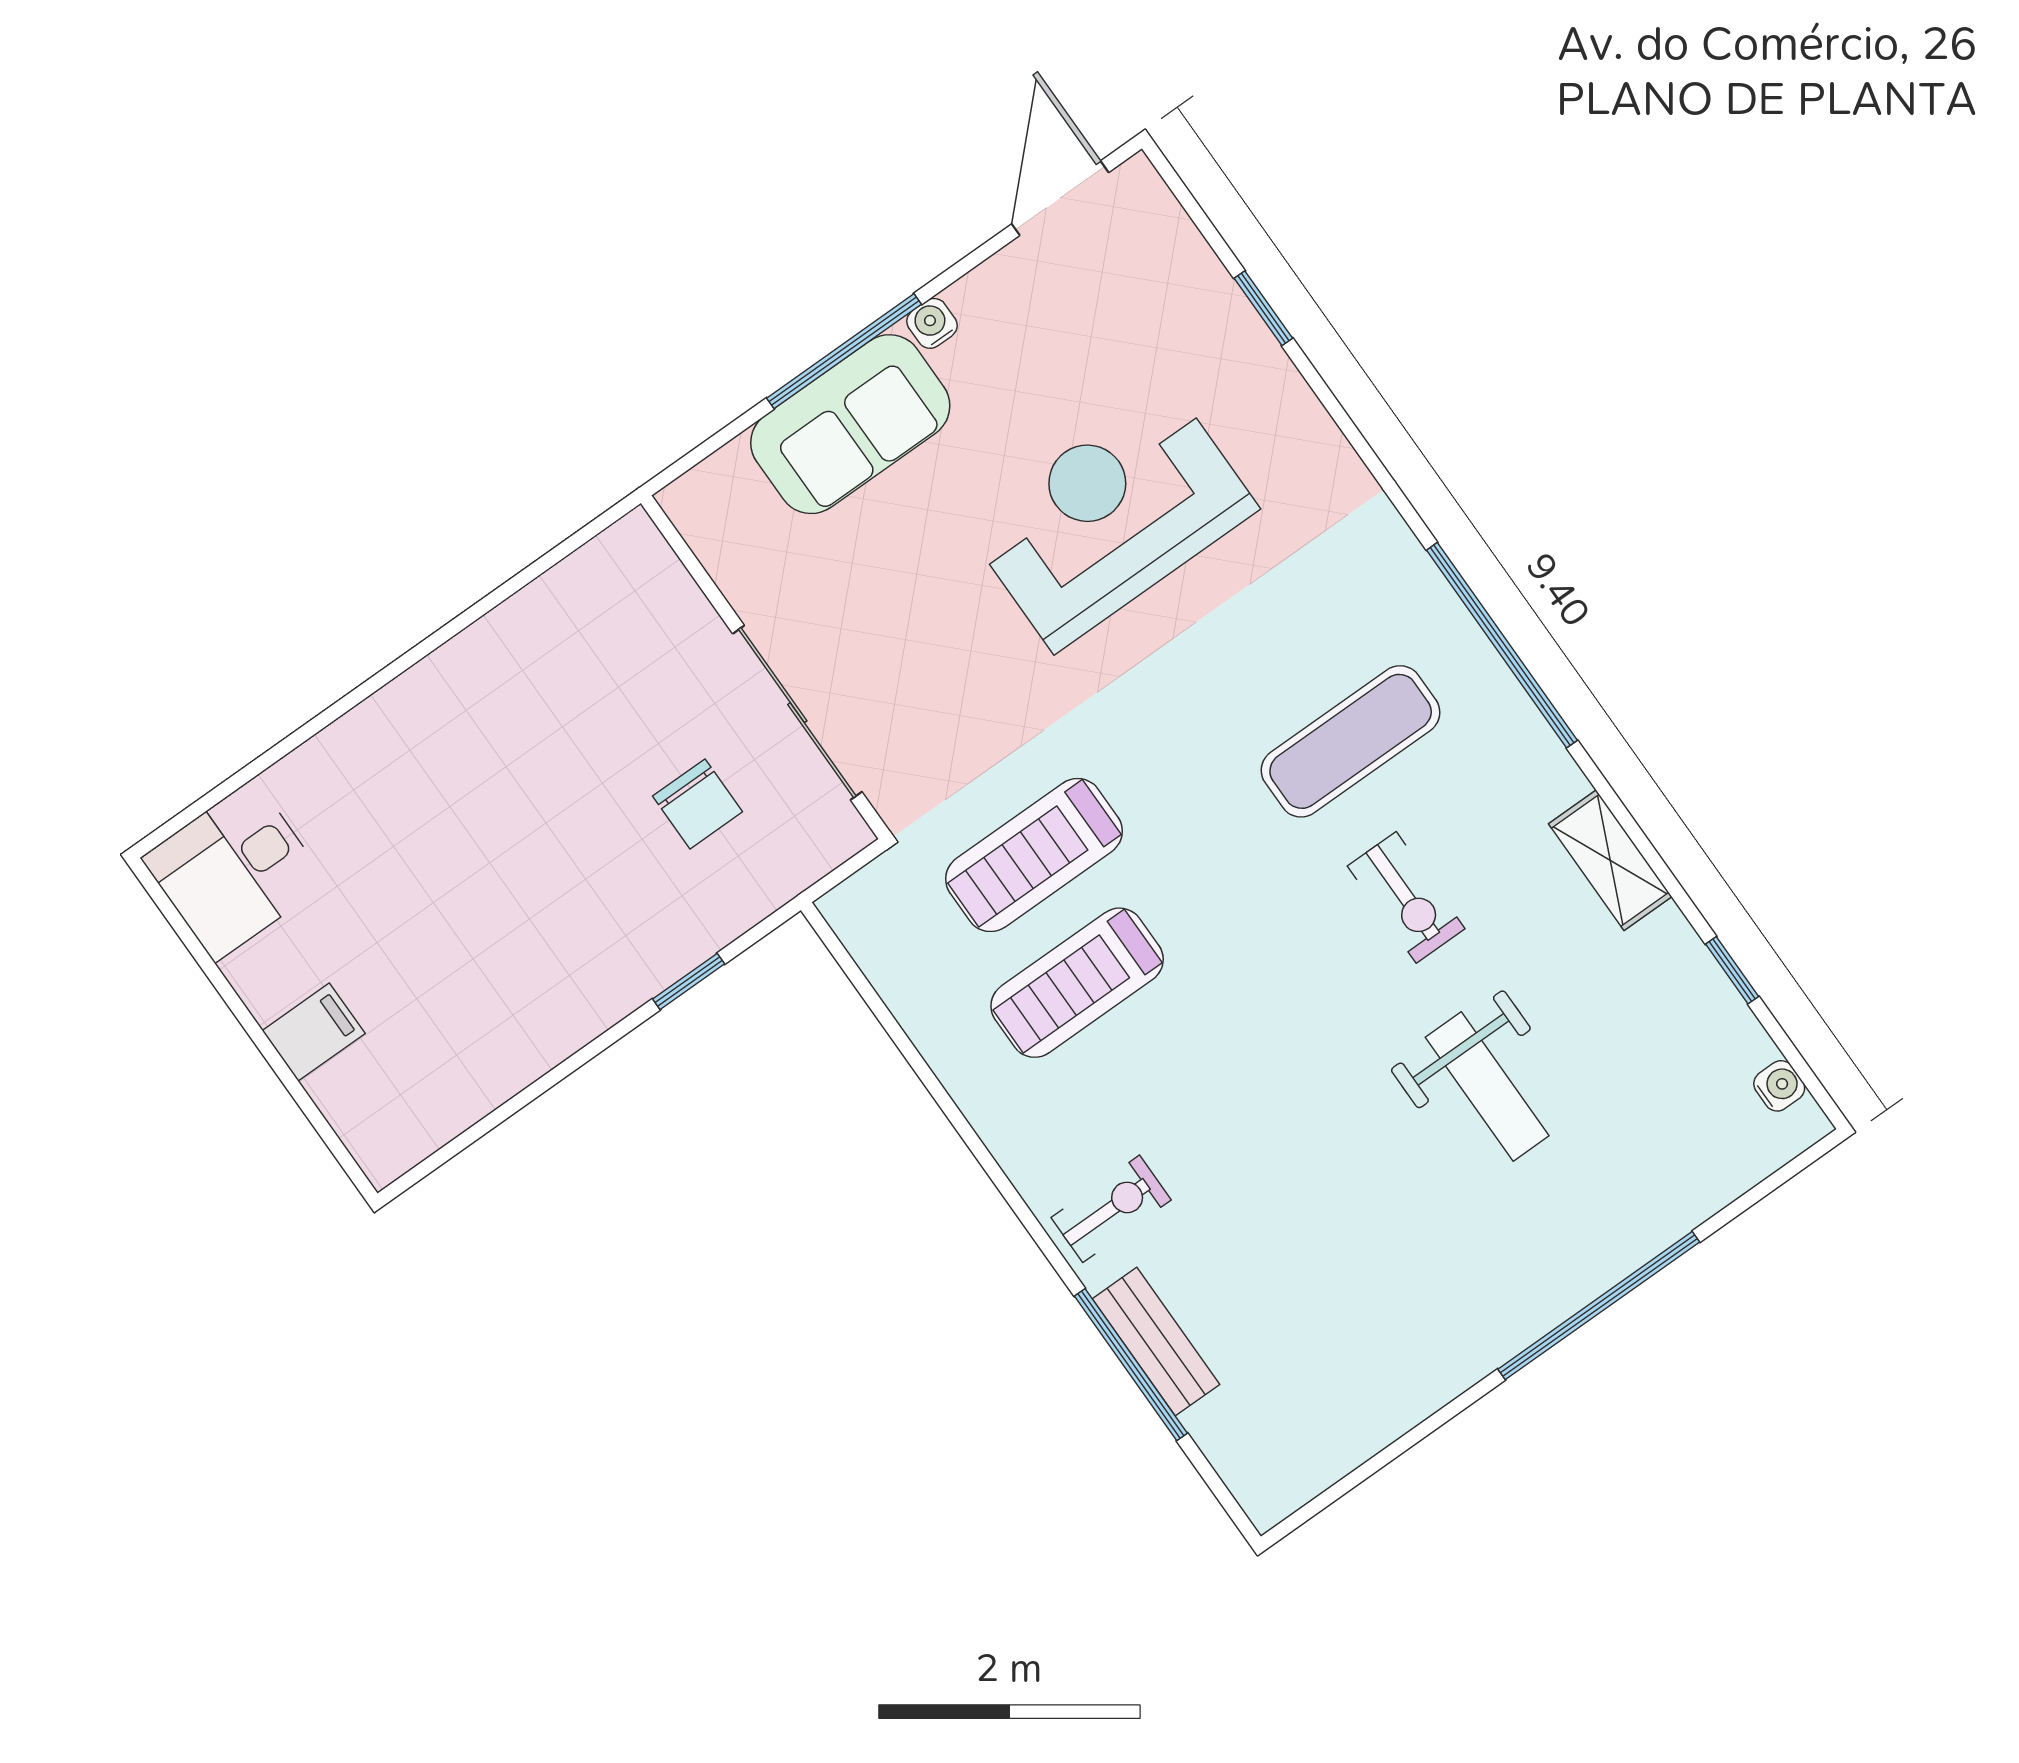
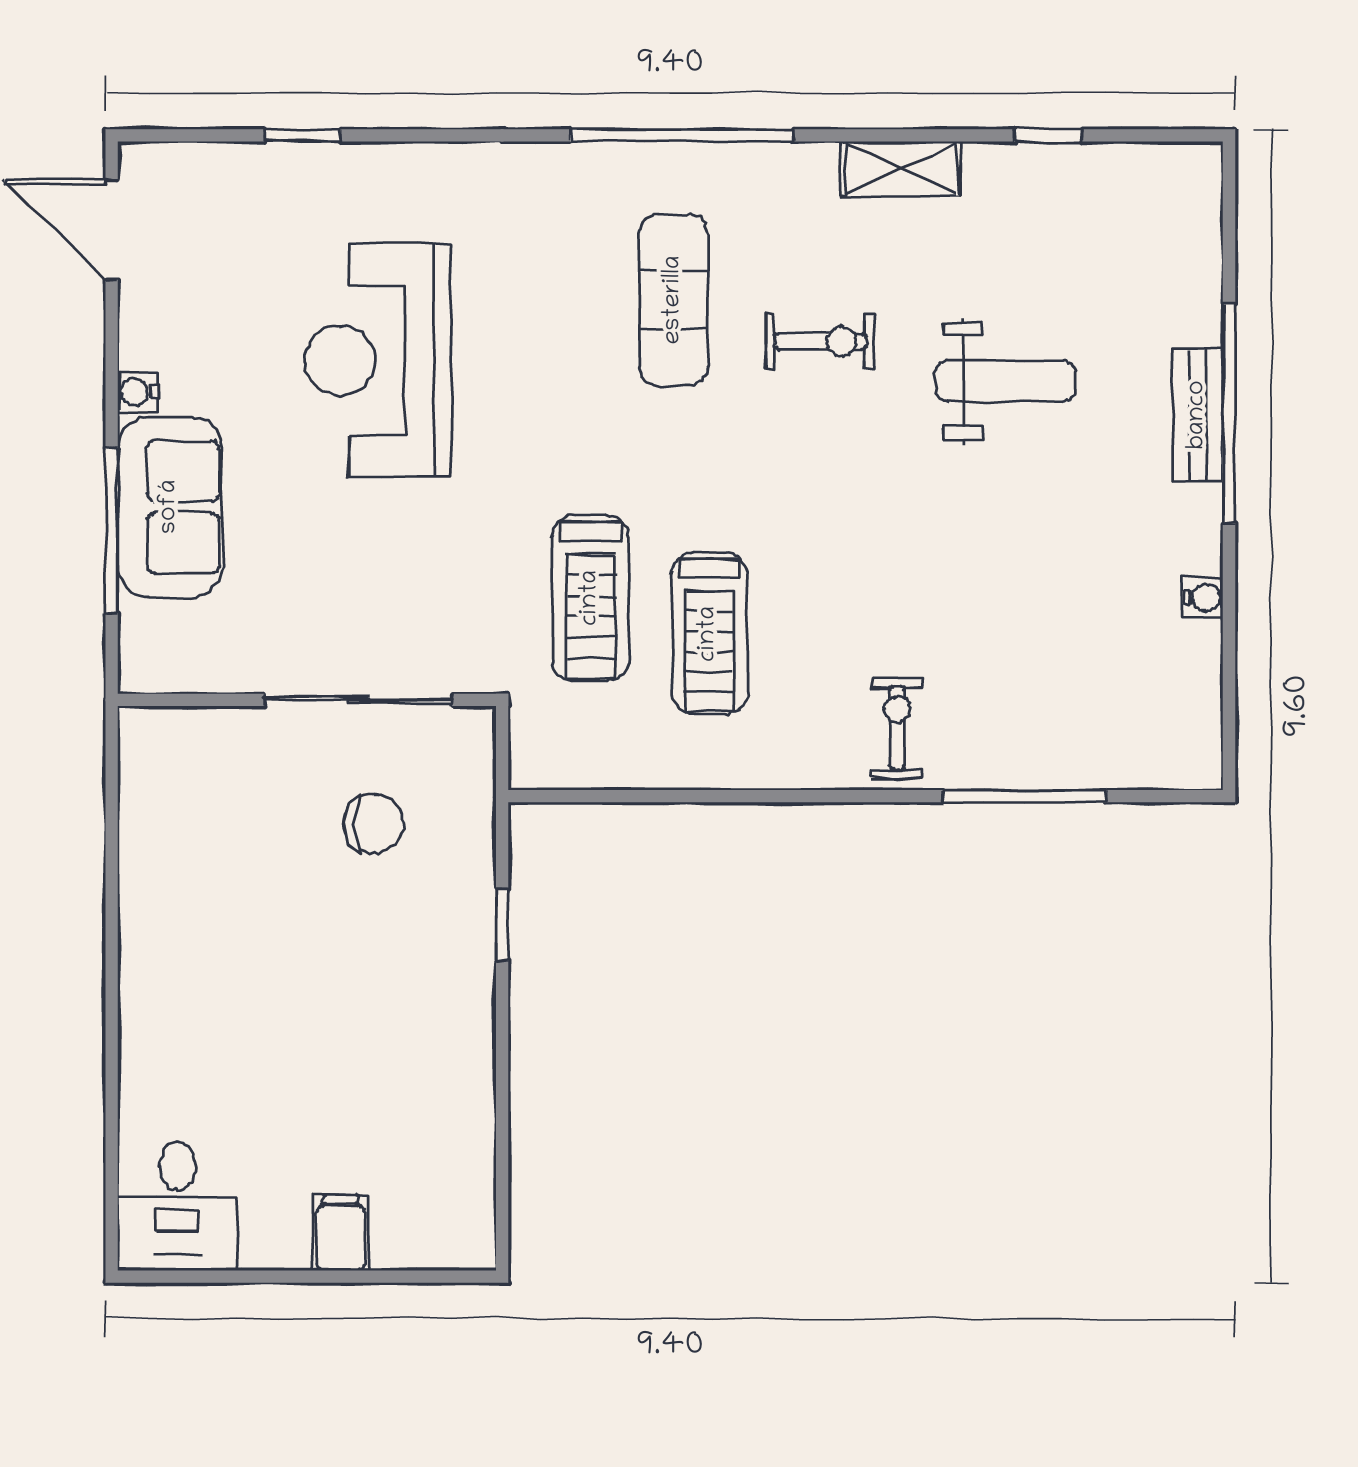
window: (844, 351) -> (112, 531), moved
water cooler: (1779, 1086) -> (1203, 597), moved, turned 90
bench: (1156, 1342) -> (1198, 415), moved, turned 90

